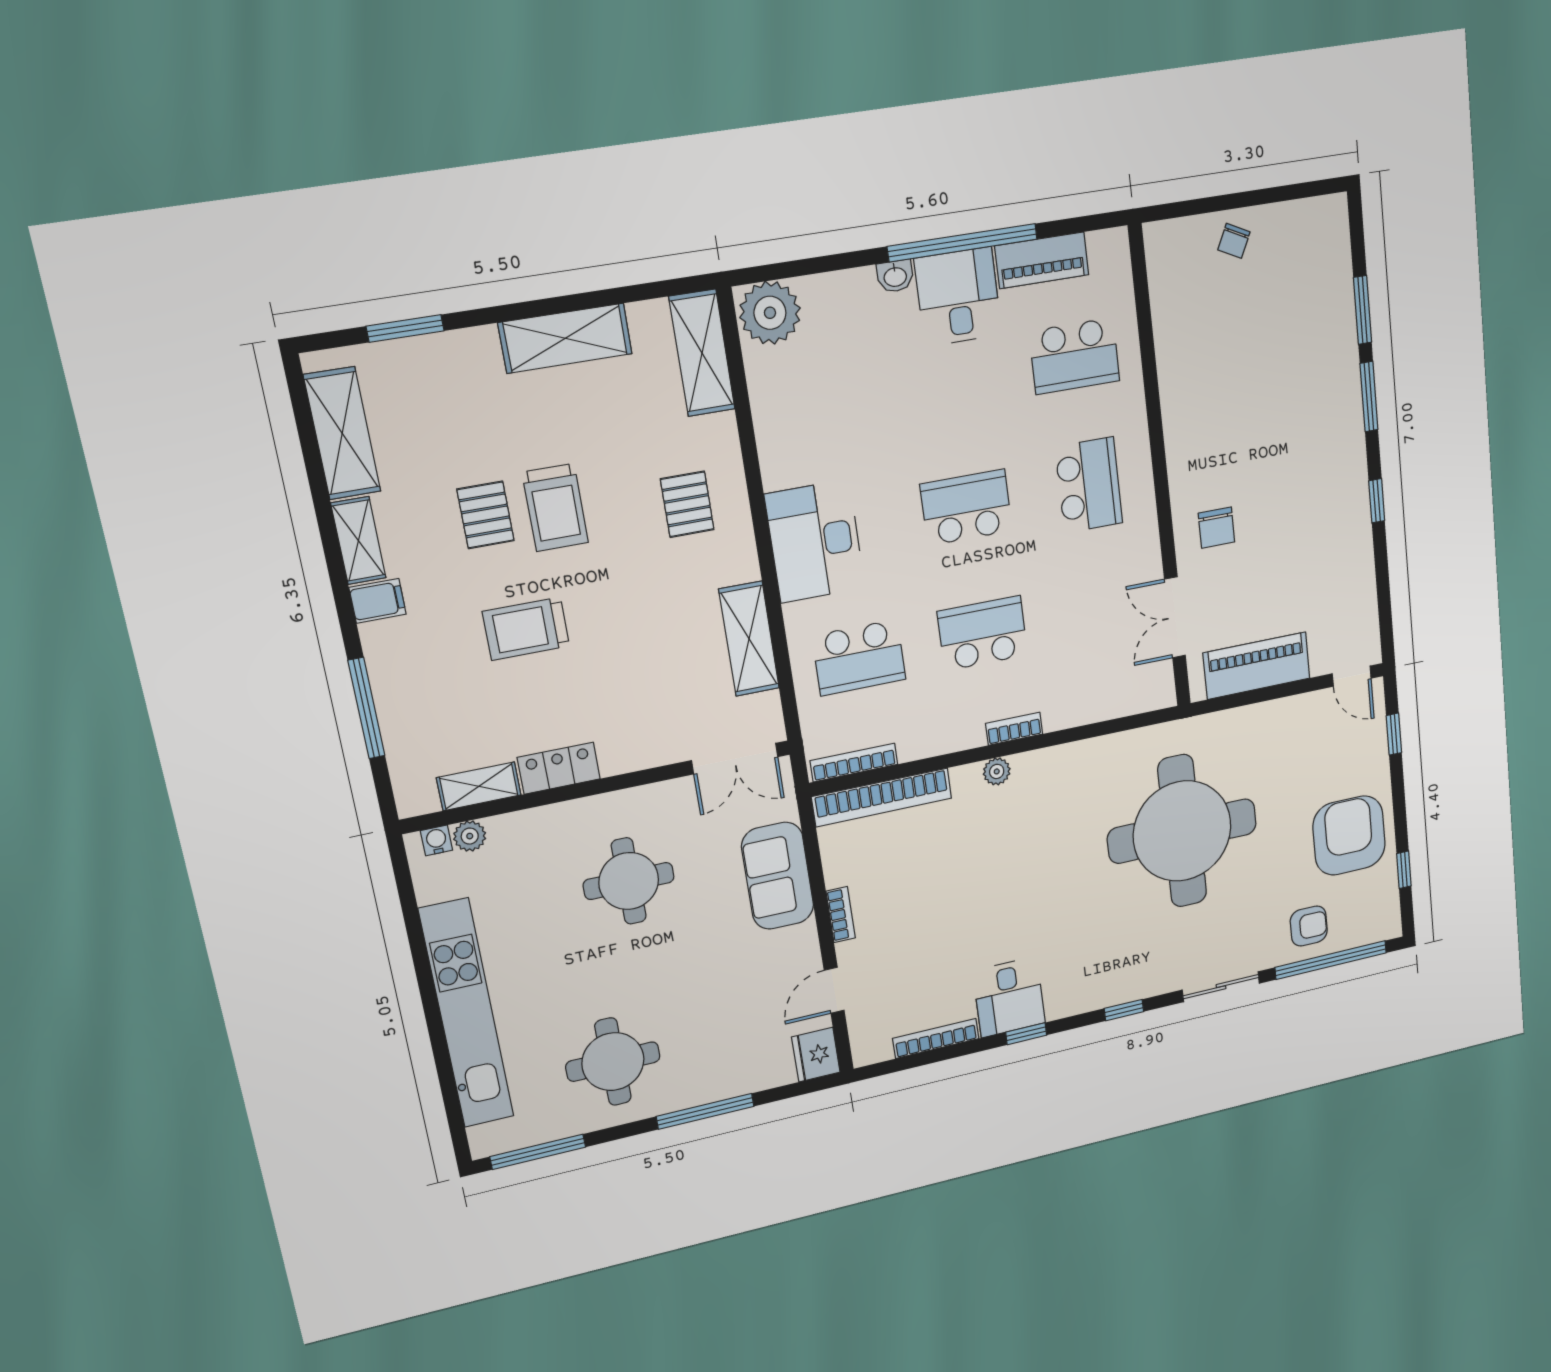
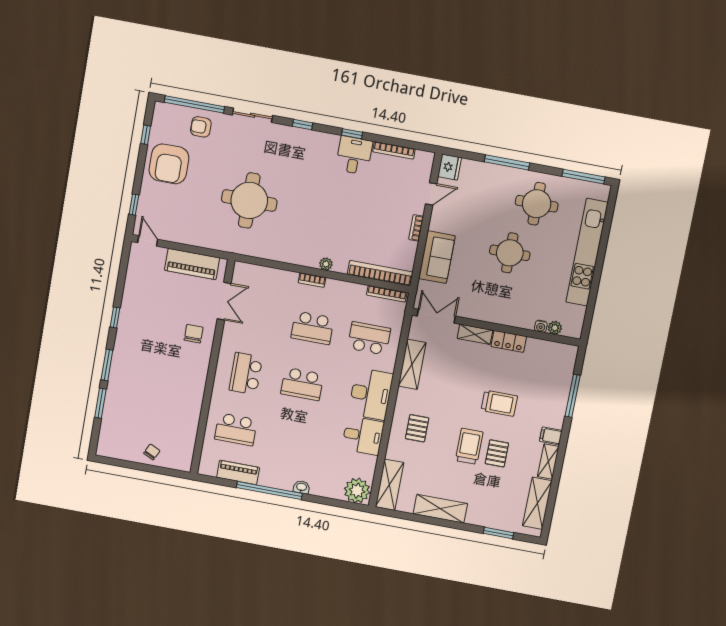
desk: (958, 297) -> (363, 436), moved, turned -90
school desk: (1074, 356) -> (236, 429), turned 180
shelving: (479, 786) -> (475, 334), moved
round table: (1182, 831) -> (249, 200), width x0.73, depth x0.73
water cooler: (437, 840) -> (541, 326), moved
round table: (629, 881) -> (510, 253), moved

